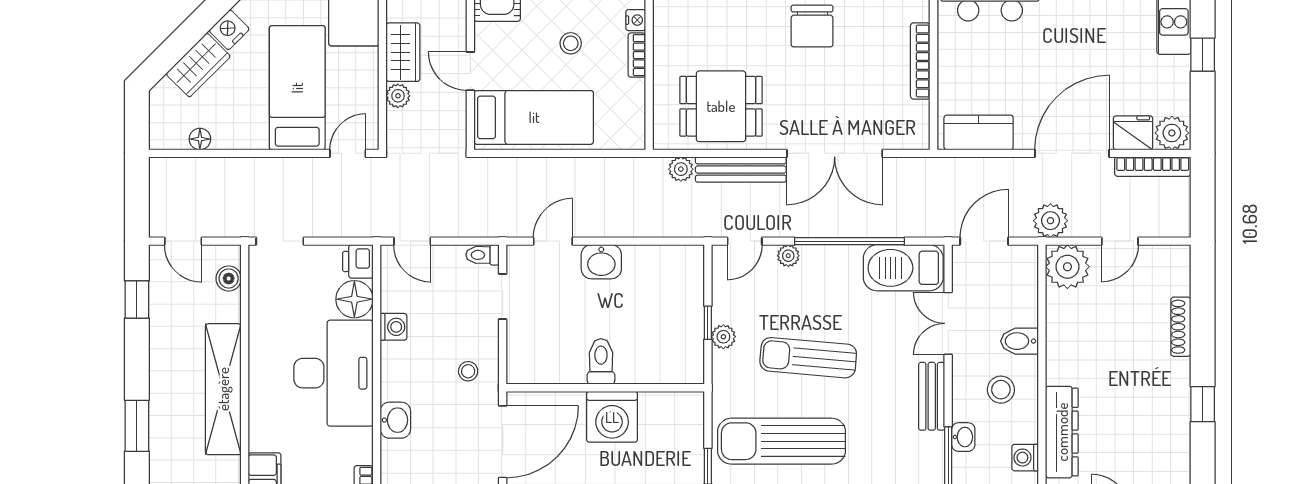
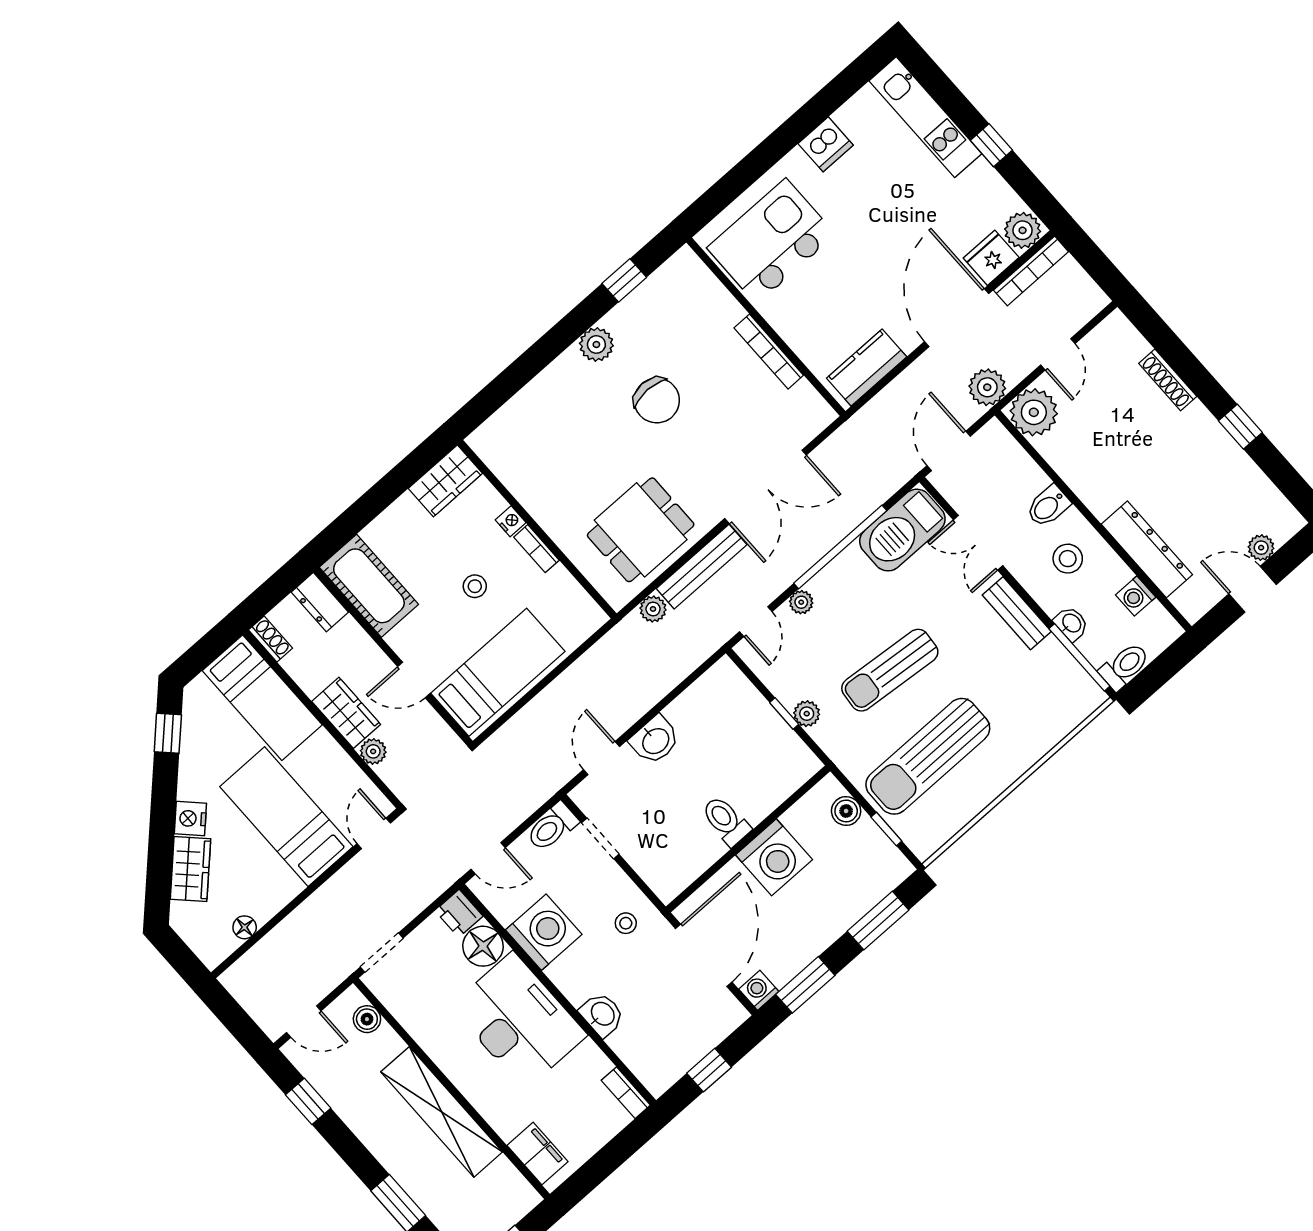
toilet: (483, 255) -> (552, 827), width x1.37, depth x1.39
washing machine: (394, 327) -> (544, 932), width x1.89, depth x1.89
boiler: (691, 429) -> (846, 811), added

